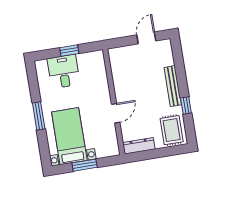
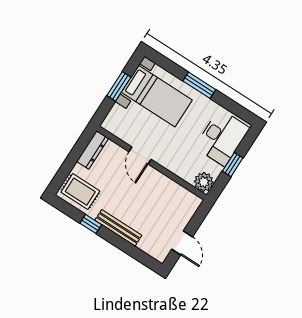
plant: (96, 59) -> (204, 182), added
desk: (64, 71) -> (222, 138), width x1.37

